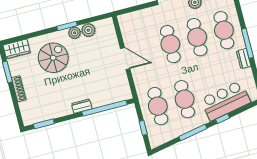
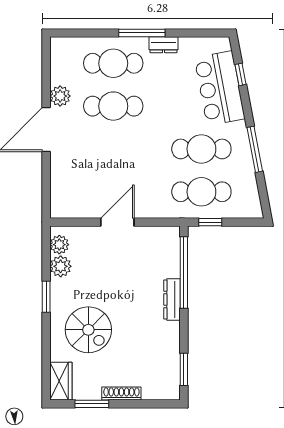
plant: (75, 33) -> (59, 245), moved
cafe table: (170, 44) -> (113, 149), removed
spiral stairs: (53, 58) -> (88, 330), turned 180
dresser: (82, 106) -> (172, 299), width x1.44
window: (223, 119) -> (240, 74), moved
window: (143, 128) -> (210, 222), moved

